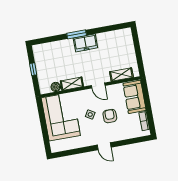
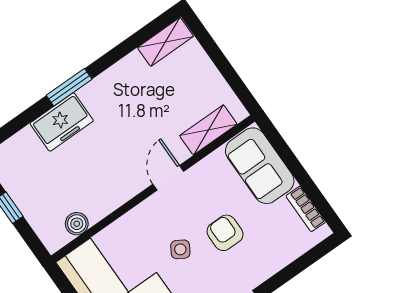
freezer: (85, 43) -> (62, 122), moved
shelving: (72, 84) -> (165, 42), moved
door: (98, 86) -> (168, 178), swing flipped

